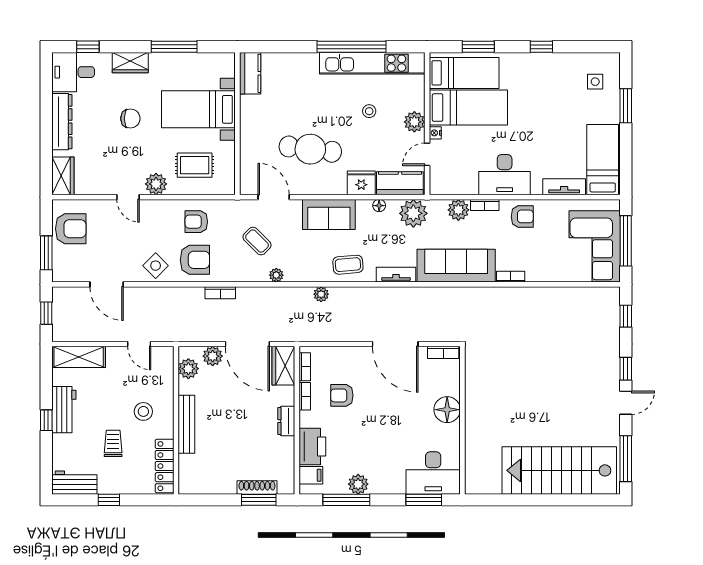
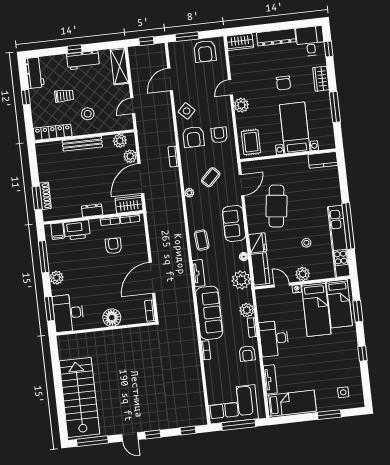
rug: (195, 165) -> (251, 142), moved
plant: (321, 294) -> (180, 224), removed
plant: (358, 484) -> (57, 278), moved

